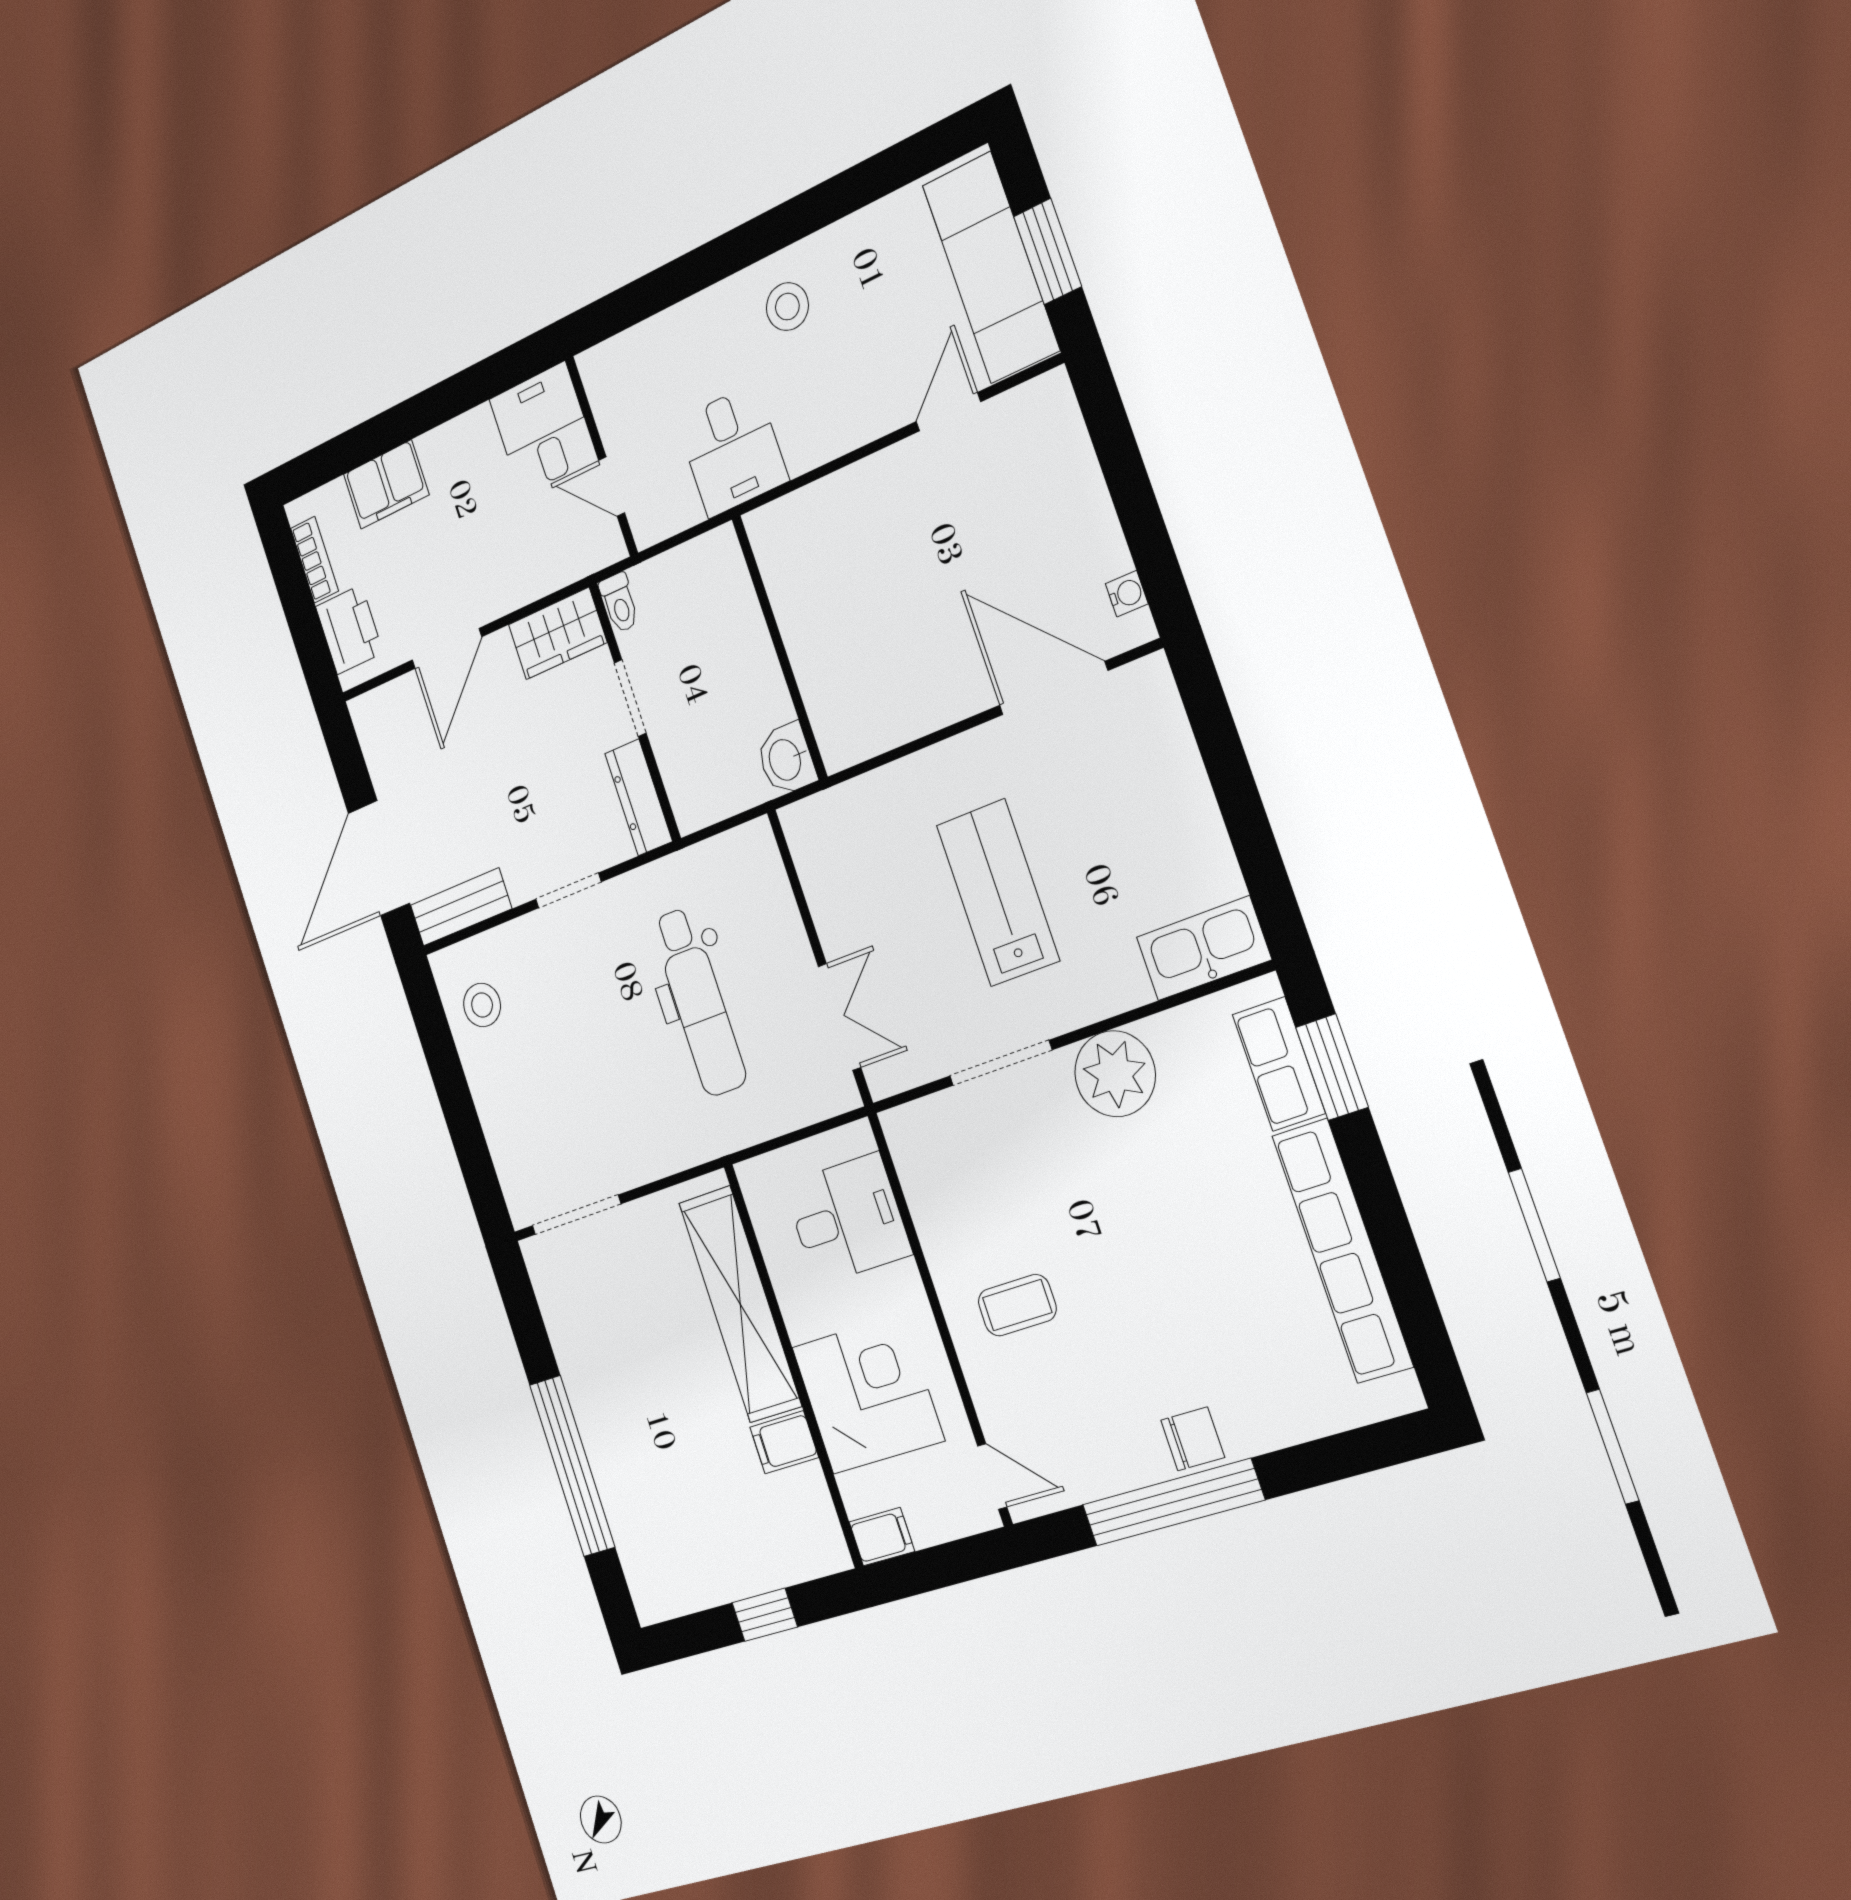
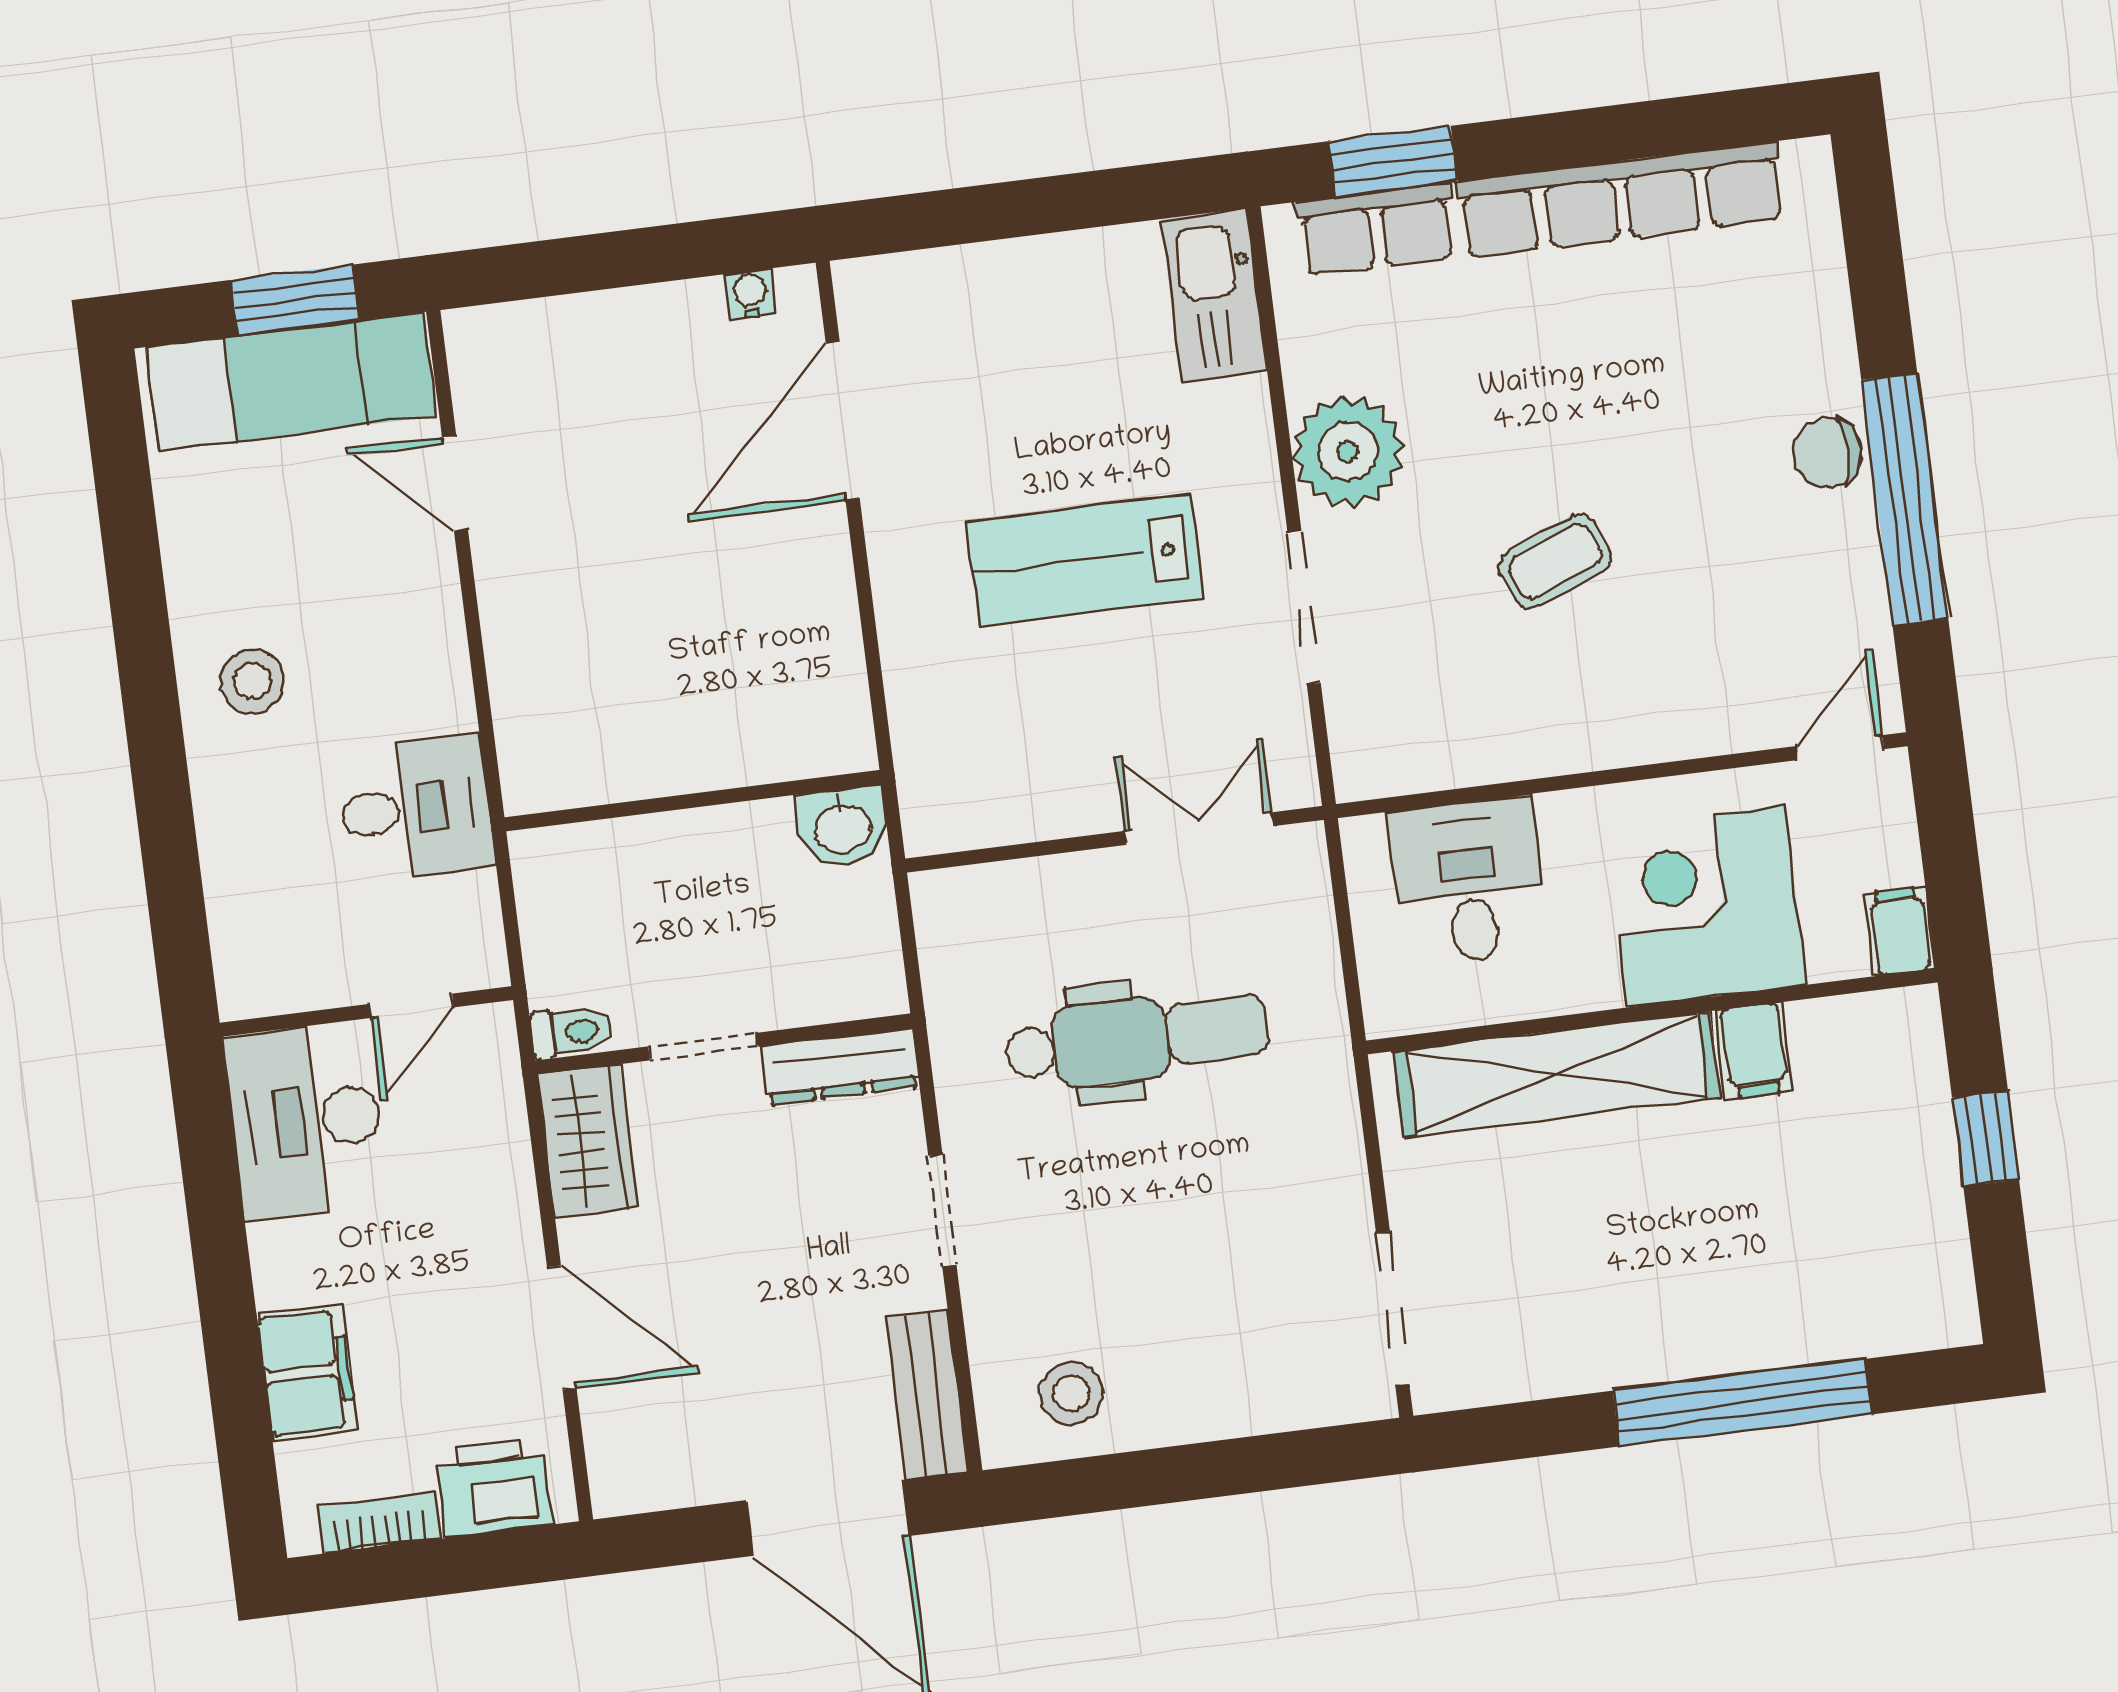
desk: (543, 429) -> (306, 1121), width x1.37
coffee table: (1017, 1305) -> (1555, 561), moved, turned 68
chair: (1193, 1439) -> (1827, 453), turned -90

